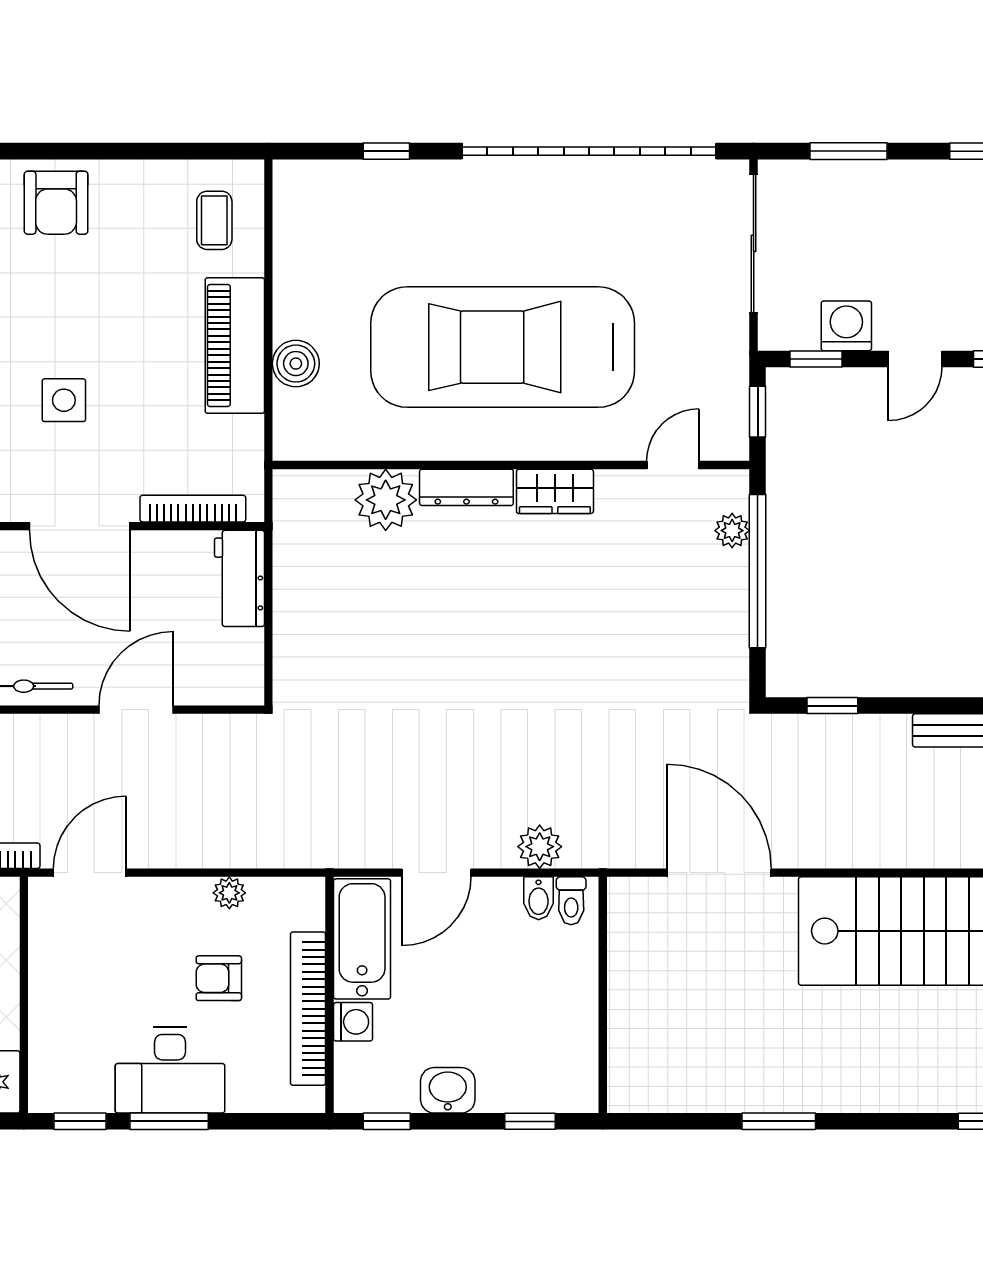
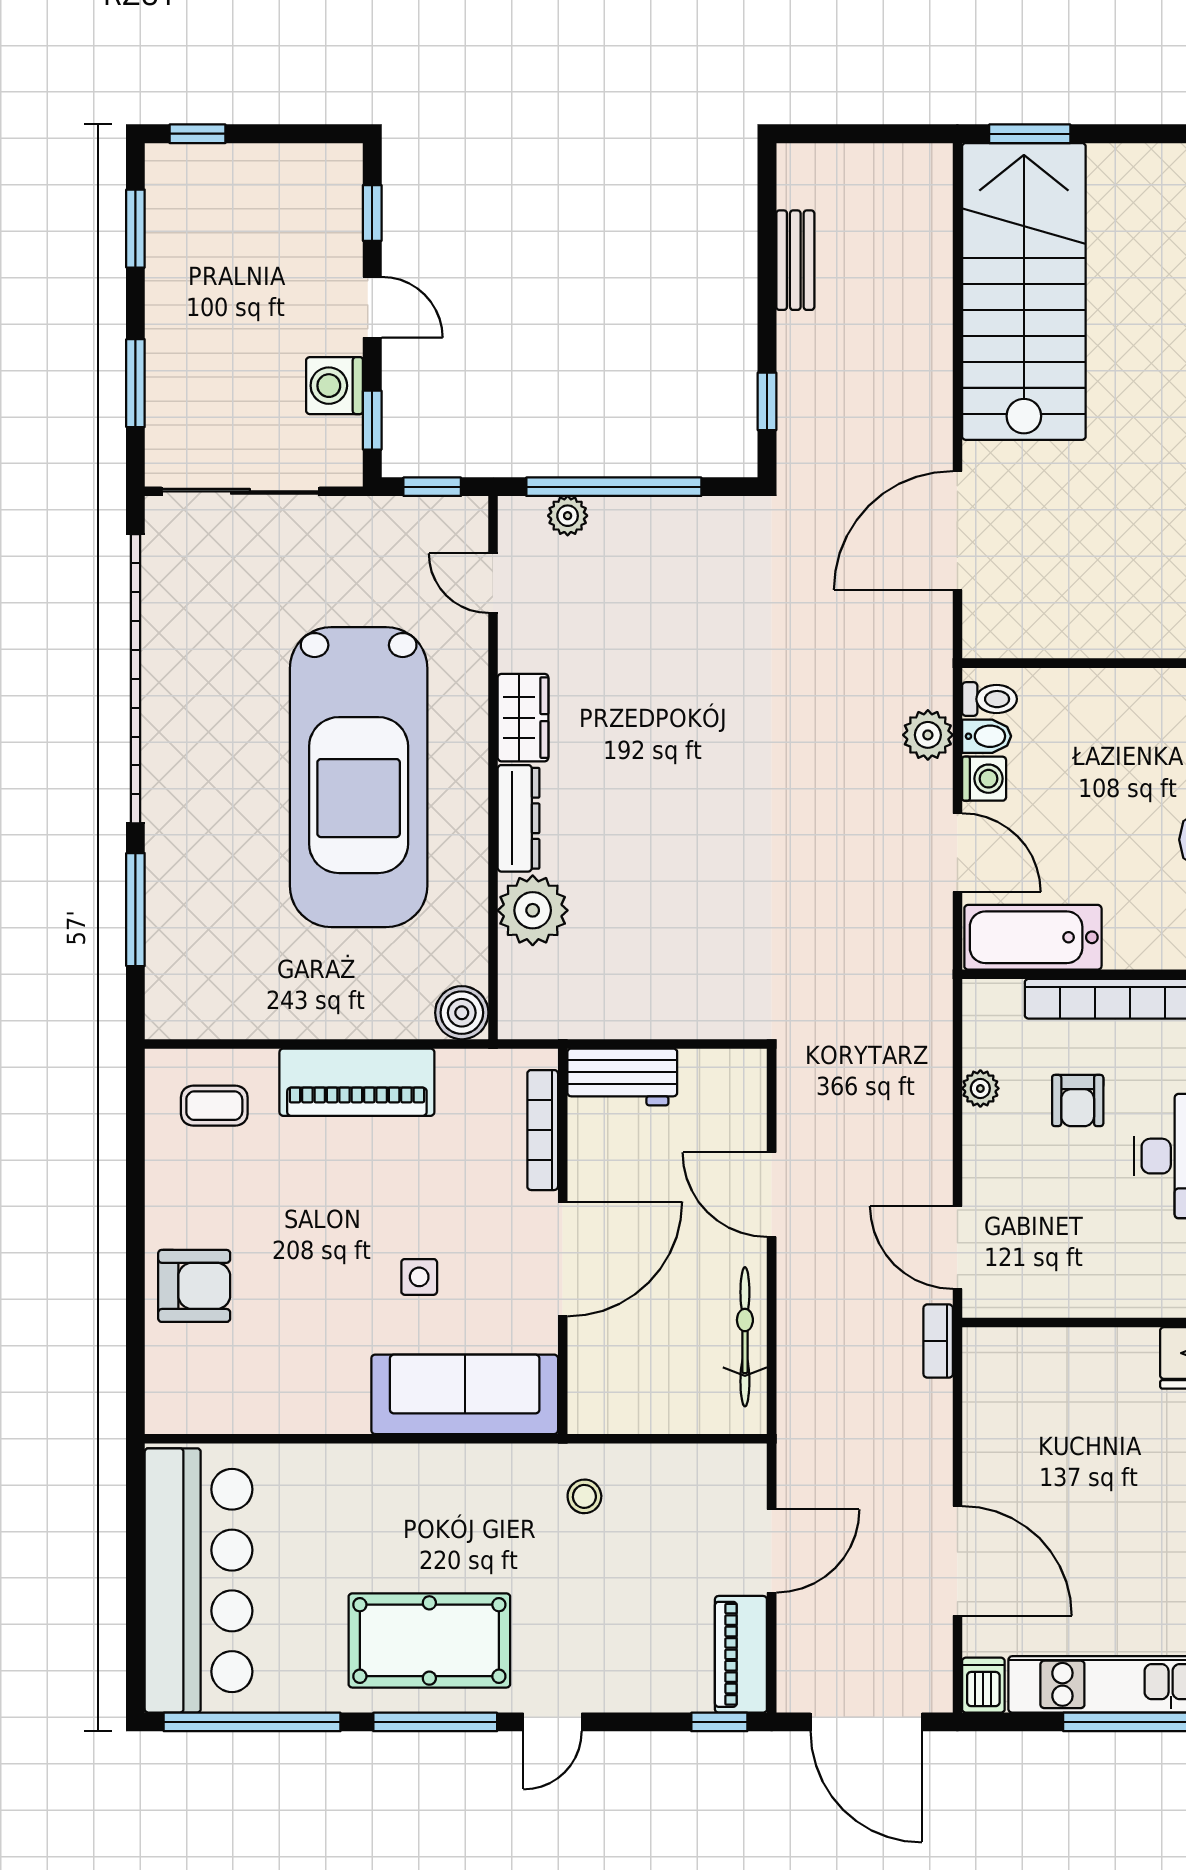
window: (386, 151) -> (135, 910), width x2.17
boiler: (296, 364) -> (462, 1013), moved
side table: (64, 400) -> (419, 1277), width x0.73, depth x0.73
washing machine: (353, 1022) -> (984, 779), moved, turned 90

